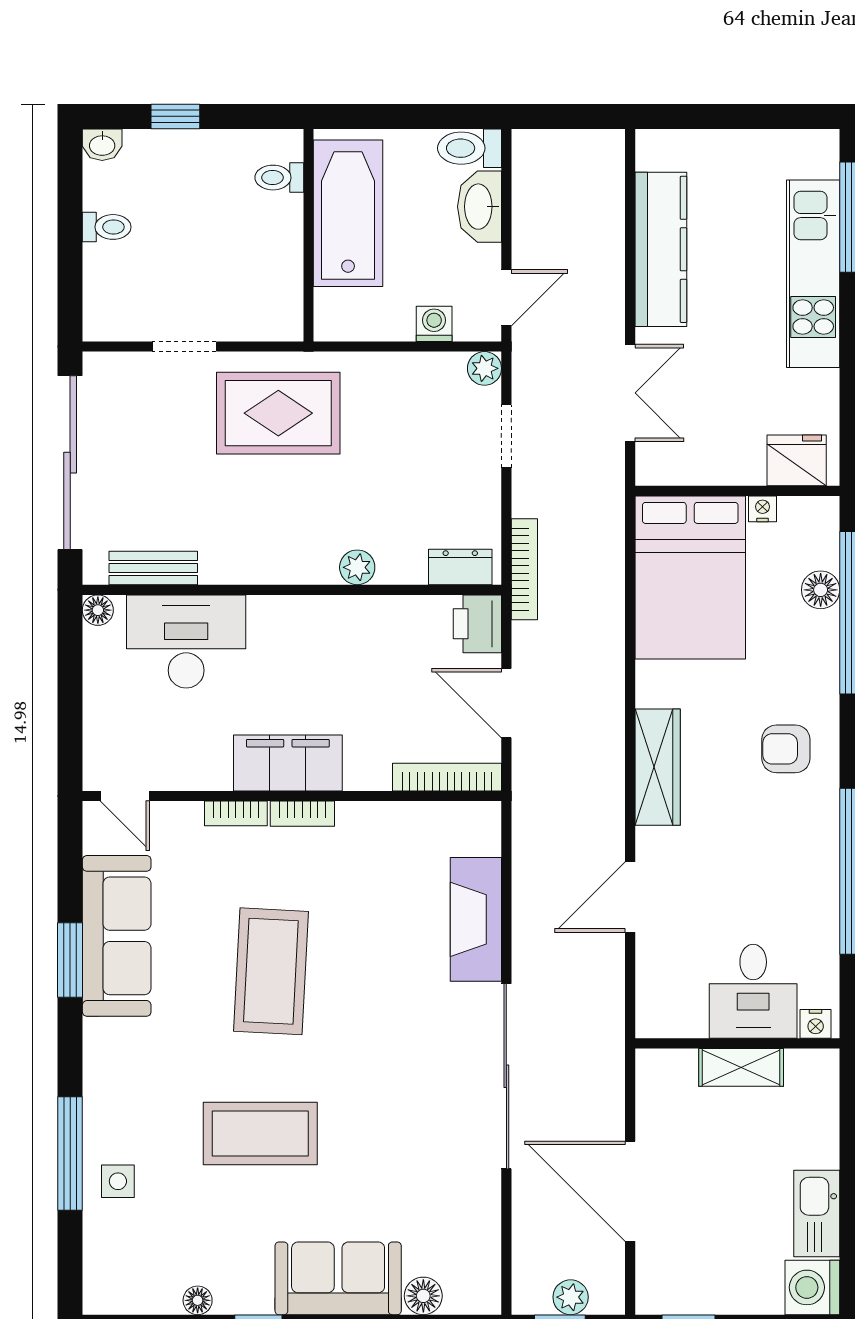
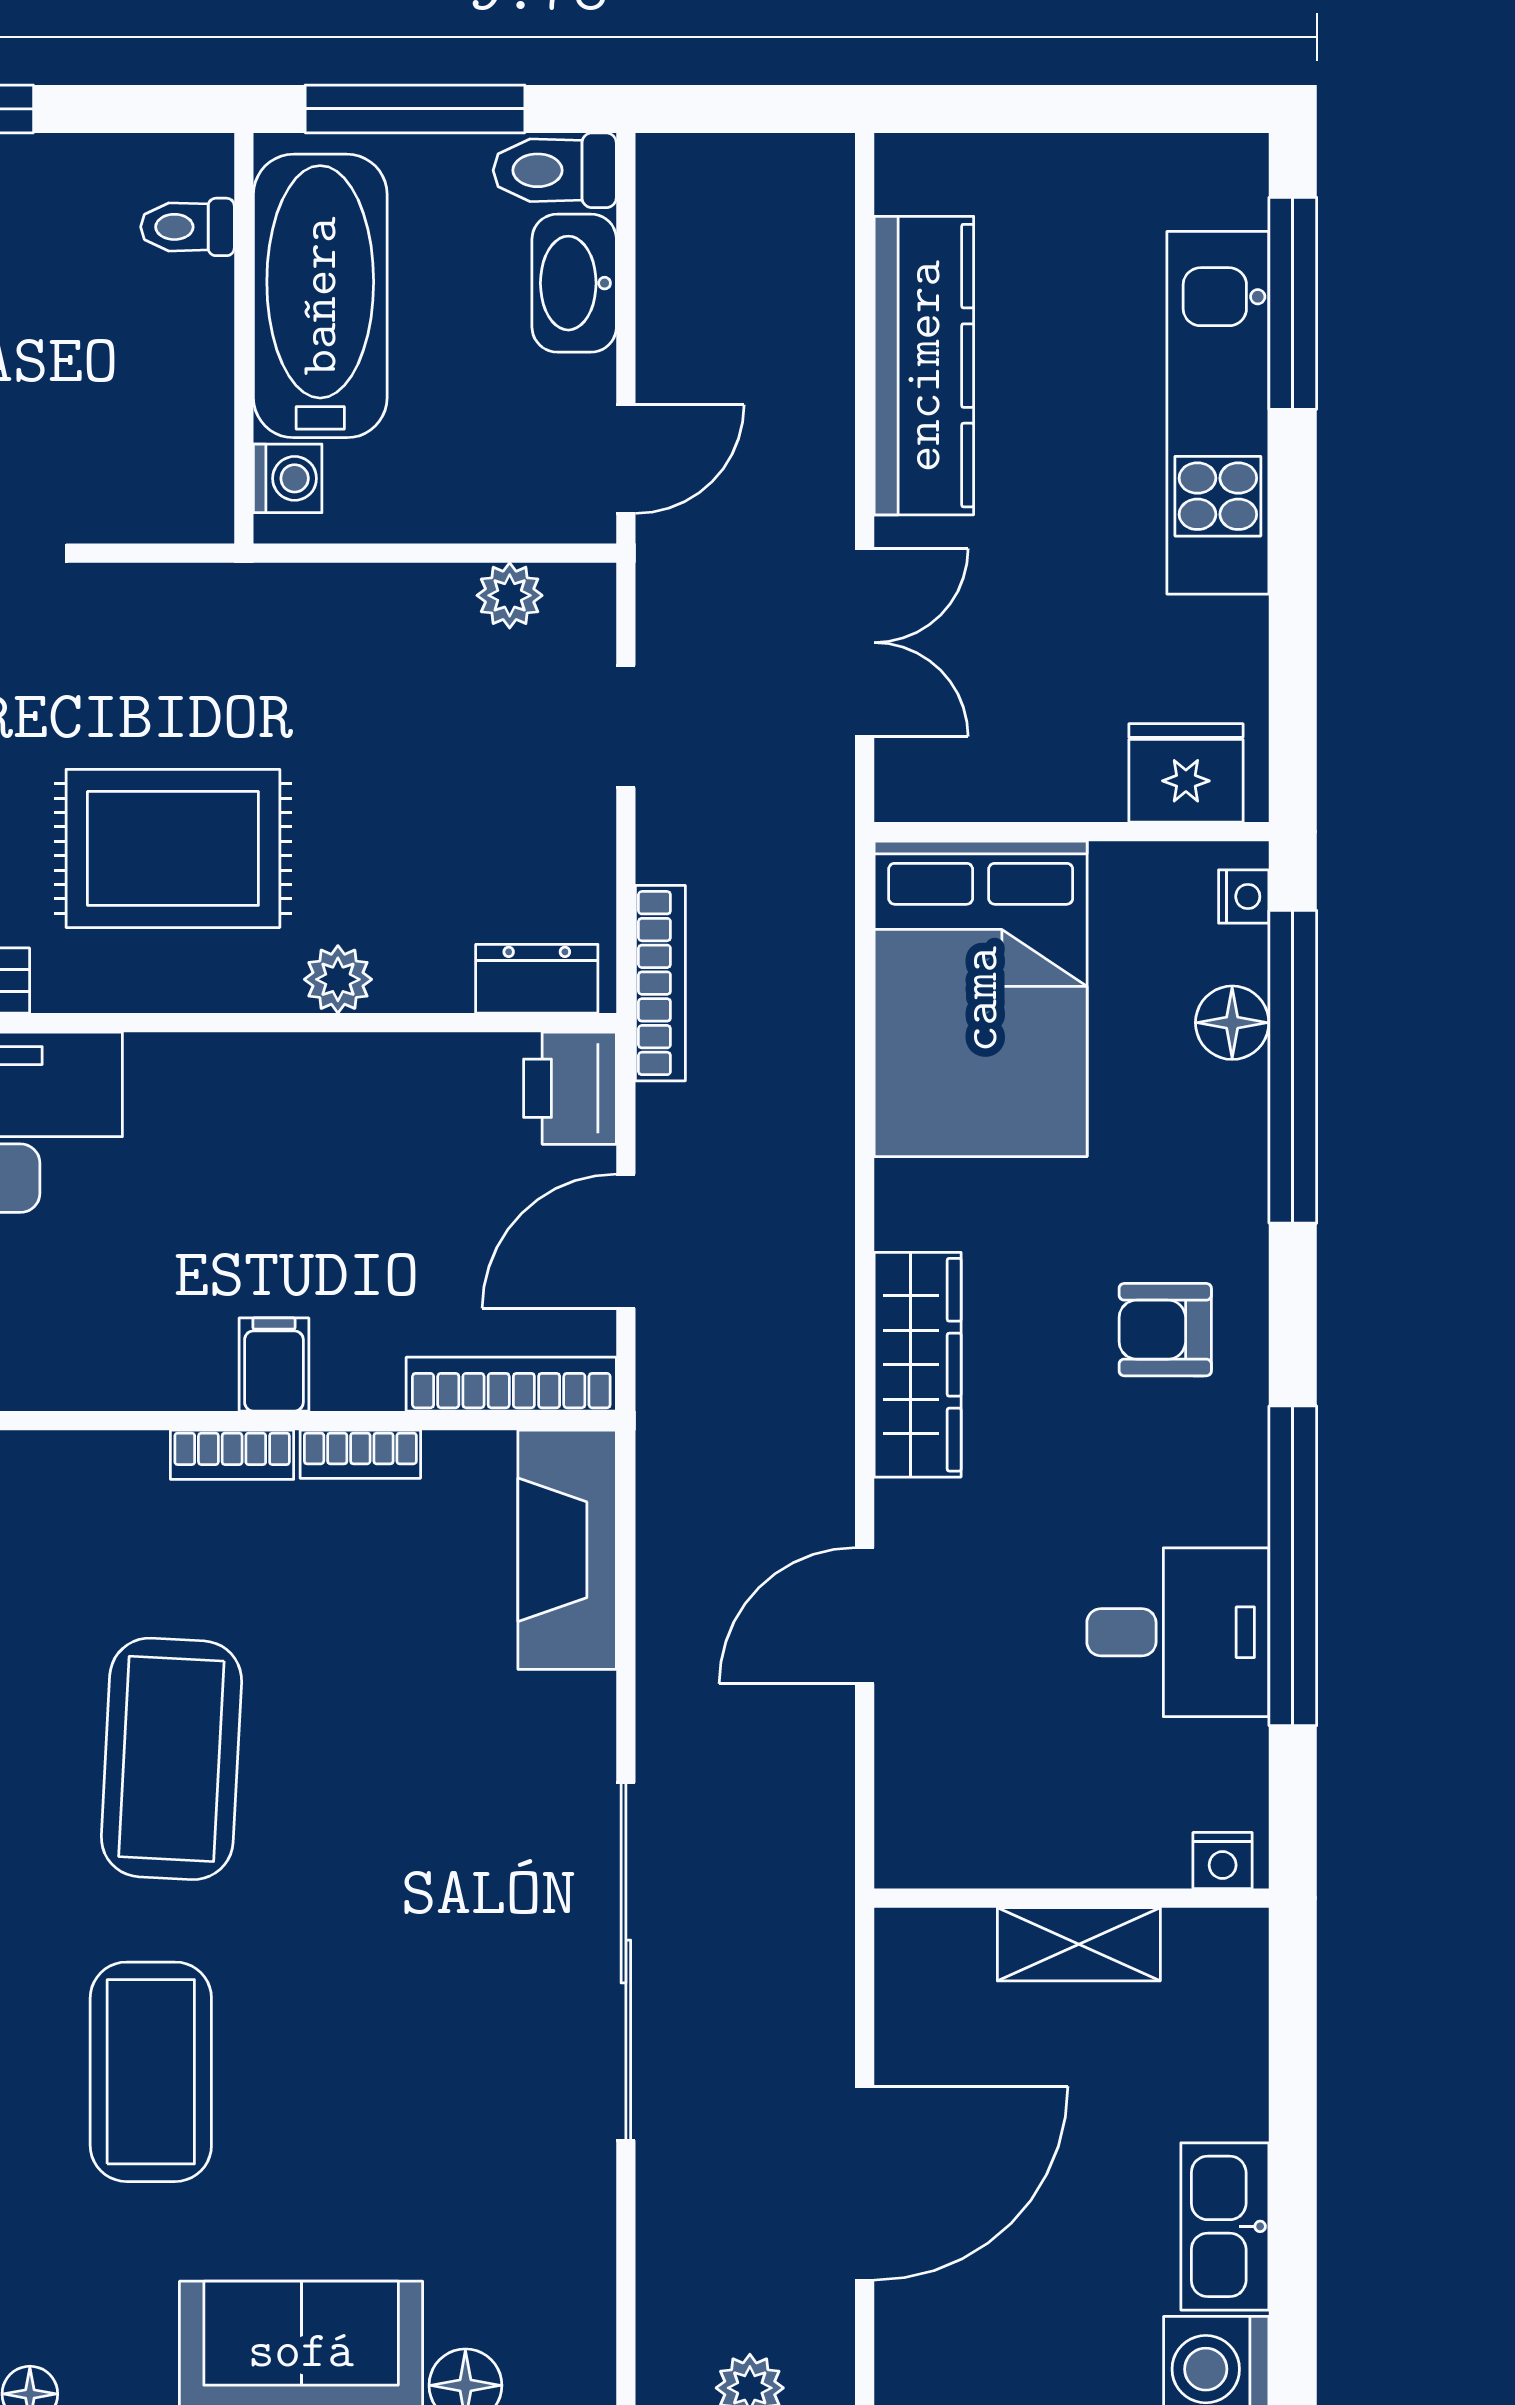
window: (397, 116) -> (415, 109), added
washing machine: (434, 324) -> (288, 478), moved, turned 90
plant: (484, 368) -> (510, 595), moved
rug: (278, 413) -> (173, 848), moved
nightstand: (763, 509) -> (1244, 897), moved, turned 90
door: (506, 703) -> (626, 1241), hinge flipped
filing cabinet: (288, 763) -> (274, 1364), width x0.33, depth x0.86
bookcase: (236, 813) -> (360, 1454), moved
fireplace: (476, 919) -> (567, 1550), moved
desk: (753, 991) -> (1178, 1632), moved, turned -90
coffee table: (260, 1133) -> (151, 2072), turned 90
door: (630, 1191) -> (865, 2183), swing flipped

